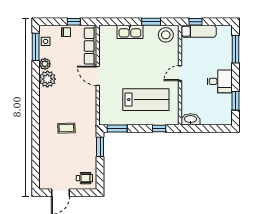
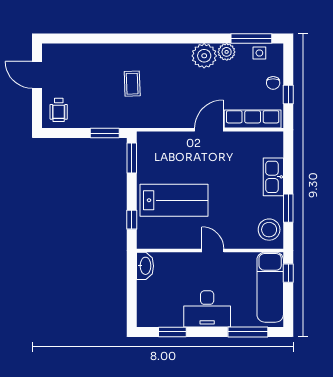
exam couch: (199, 31) -> (270, 287), width x1.36, depth x1.45
desk: (220, 81) -> (207, 309), width x1.37
lab bench: (146, 100) -> (174, 200), turned -90

